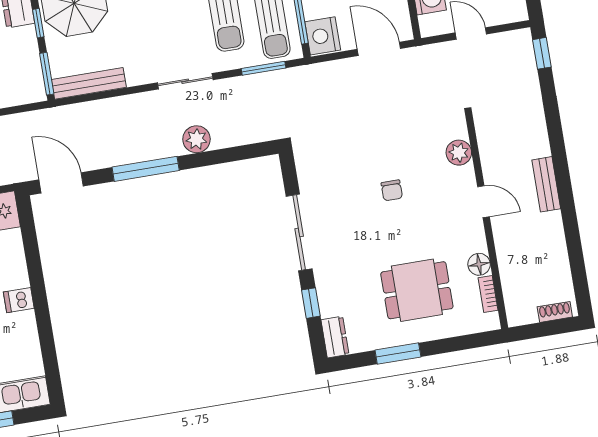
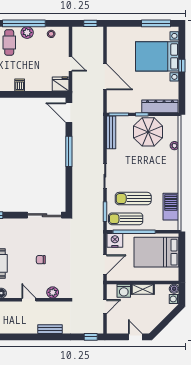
plant: (196, 139) -> (78, 176), removed
door: (61, 183) -> (69, 113), swing flipped
bench: (546, 184) -> (50, 329), moved
door: (483, 202) -> (29, 300), swing flipped
sliding door: (299, 232) -> (45, 215), moved

